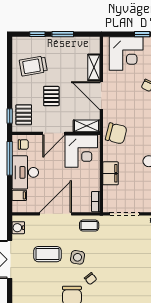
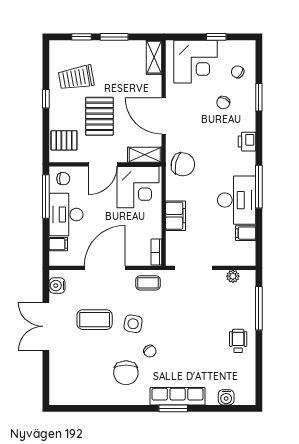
shelving: (94, 67) -> (154, 57), moved
pallet: (51, 96) -> (99, 116), width x1.50, depth x1.42
pallet: (24, 115) -> (64, 140), turned 90
window: (10, 116) -> (46, 99), moved

